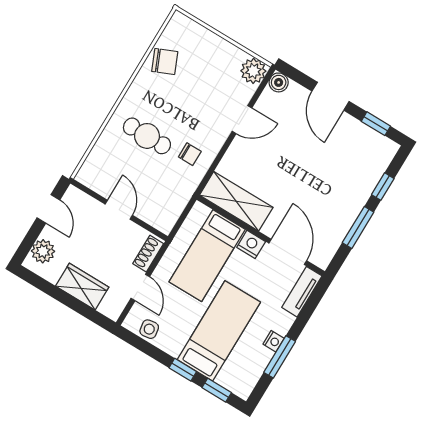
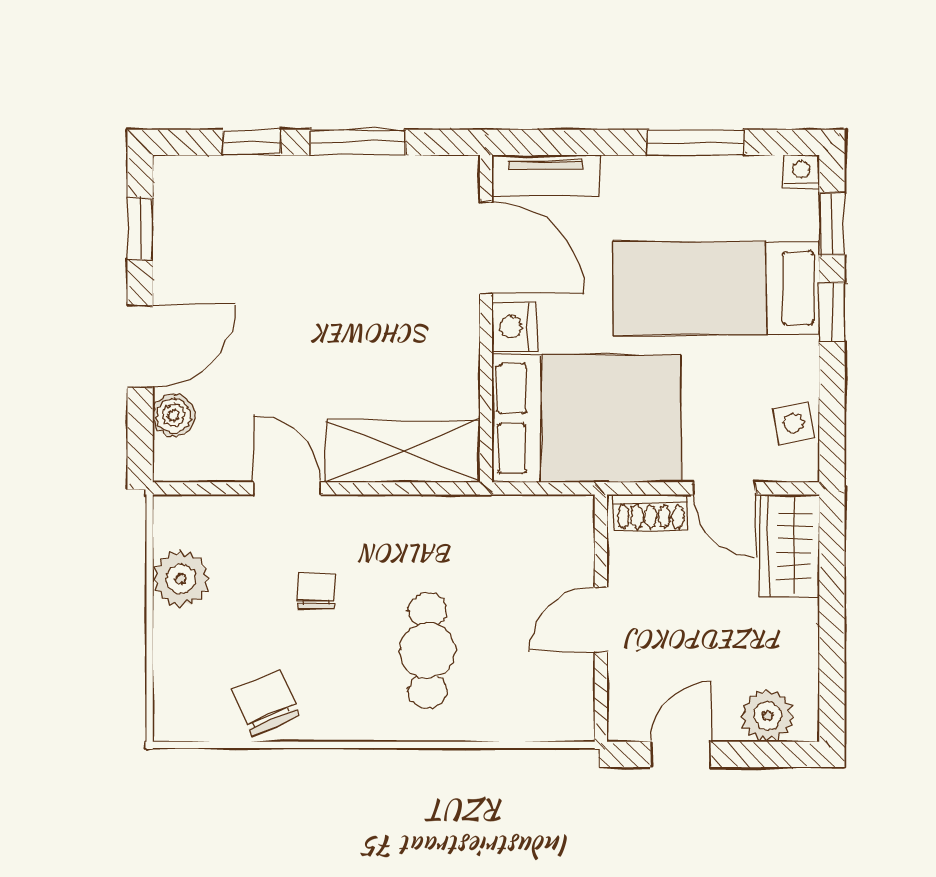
plant: (253, 71) -> (181, 579), moved
boiler: (279, 82) -> (174, 415), moved
chair: (190, 154) -> (316, 591), moved
shelving: (236, 201) -> (403, 451), moved, turned 90
door: (288, 252) -> (486, 248), swing flipped
bed: (207, 256) -> (586, 419), width x1.50
wardrobe: (82, 287) -> (790, 546), moved
door: (140, 287) -> (724, 488), swing flipped
nightstand: (274, 341) -> (801, 172), moved

